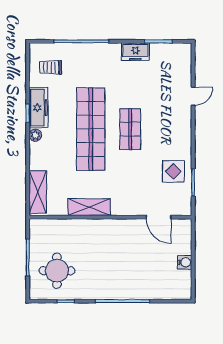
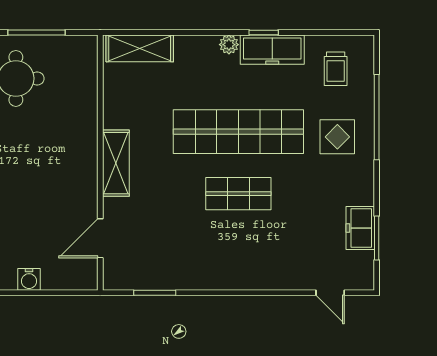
freezer: (135, 52) -> (360, 228), moved
trolley: (51, 67) -> (336, 69), turned 180
door: (193, 96) -> (330, 293), moved
display table: (173, 171) -> (337, 137), moved
shelving: (89, 207) -> (116, 163), moved

